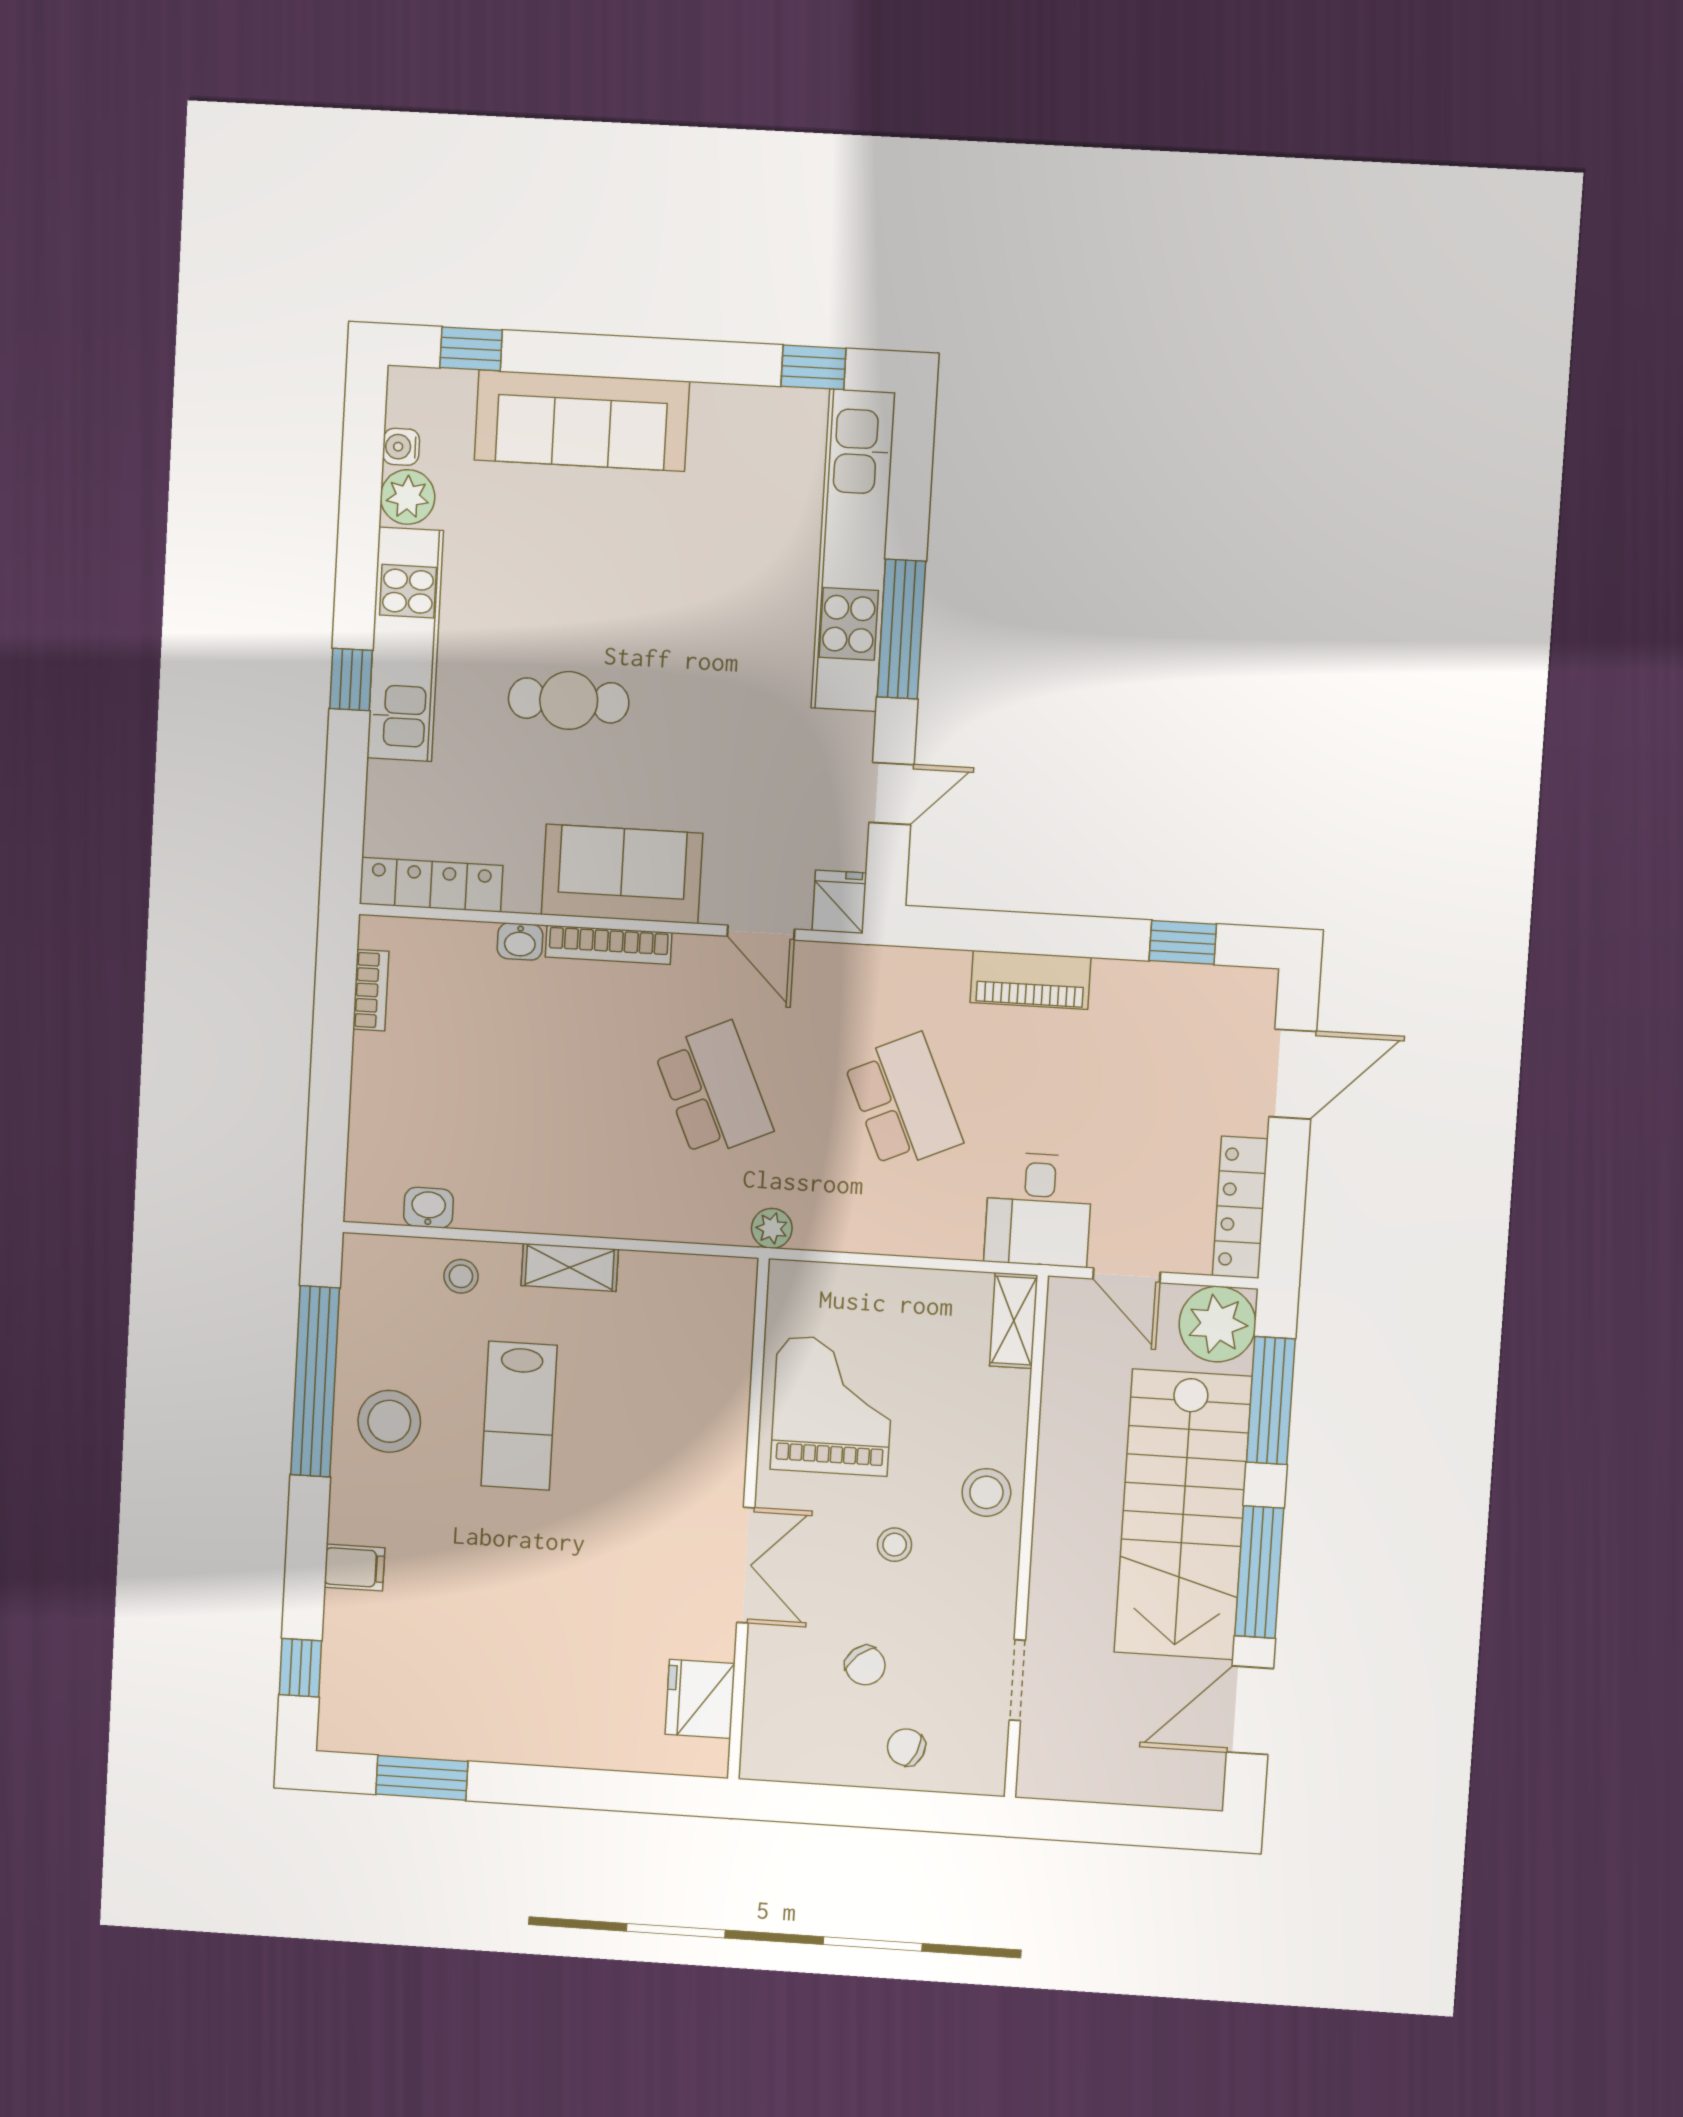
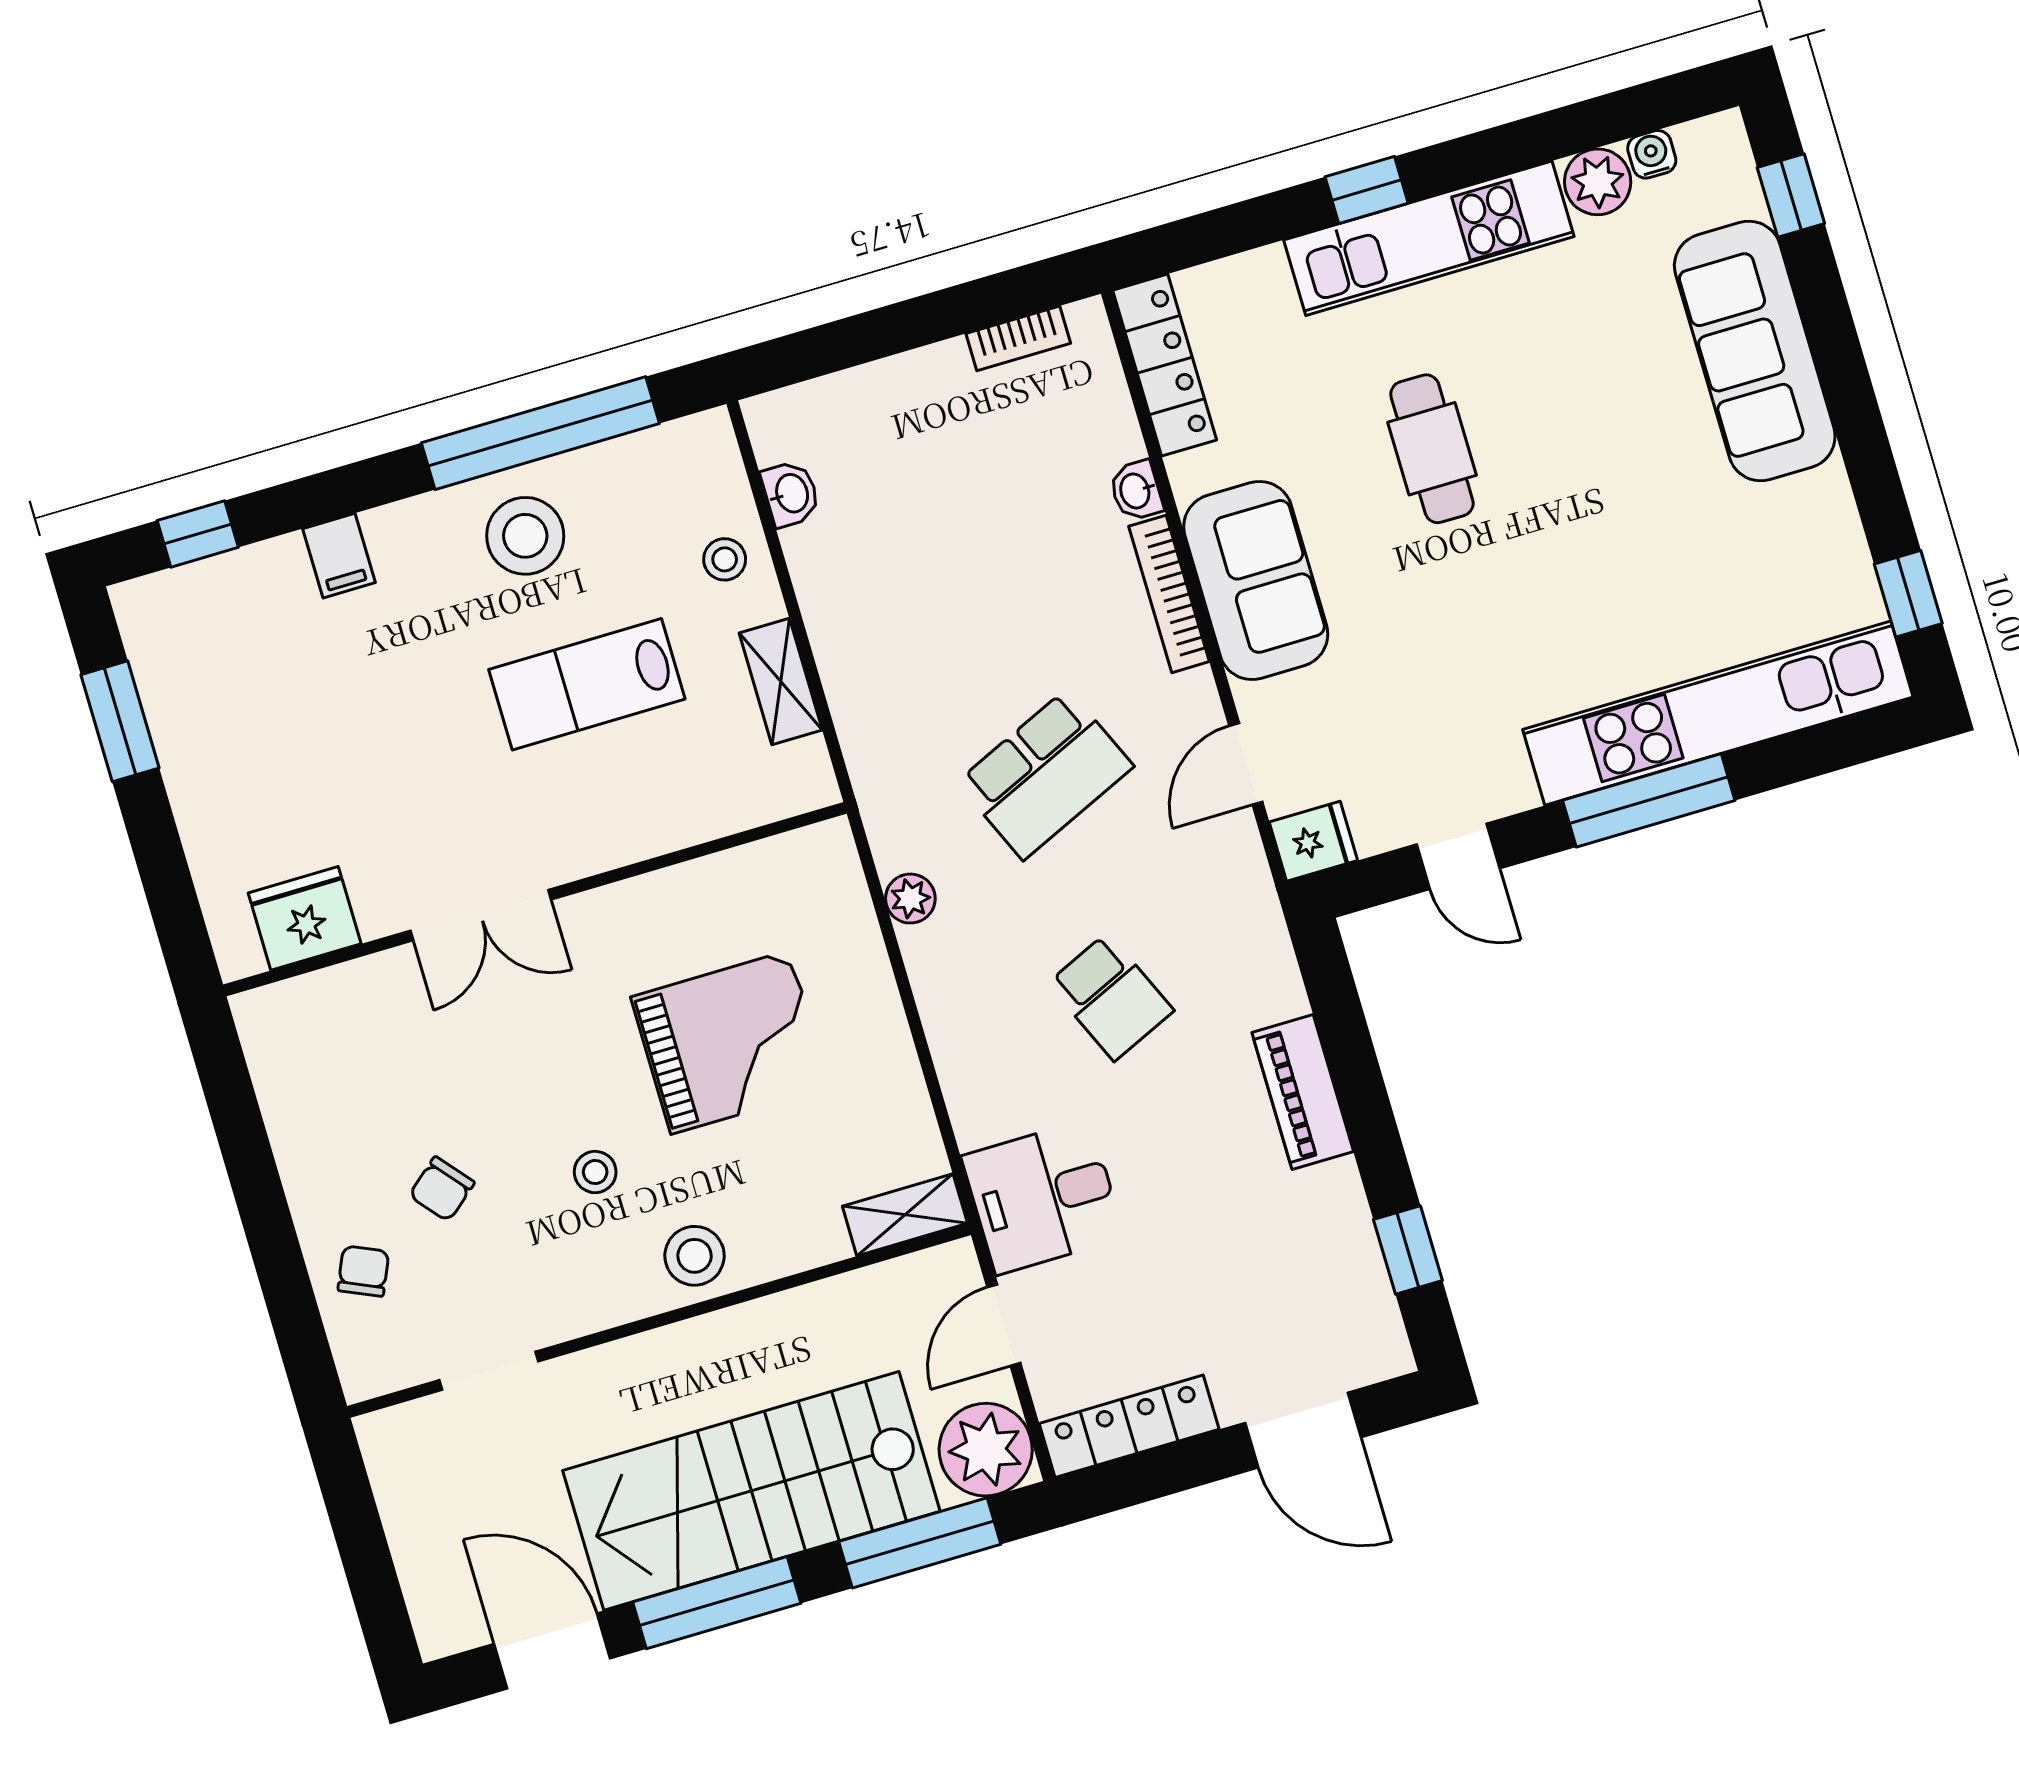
school desk: (903, 1102) -> (1111, 997), width x0.54
wall: (748, 1520) -> (535, 899), moved
double door: (746, 1565) -> (481, 915), moved
fridge: (700, 1699) -> (305, 918), moved

